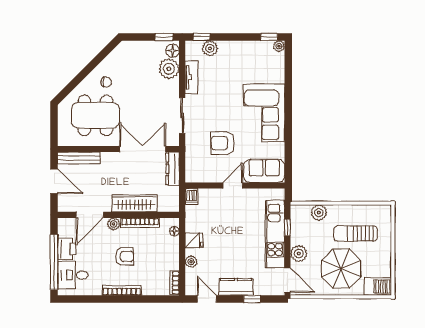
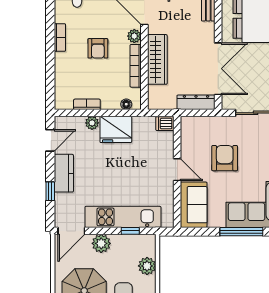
window: (288, 128) -> (241, 232), added
fridge: (194, 240) -> (116, 129), width x1.88, depth x1.34
bookcase: (174, 283) -> (87, 104), moved
bookcase: (122, 290) -> (60, 37), width x0.64

